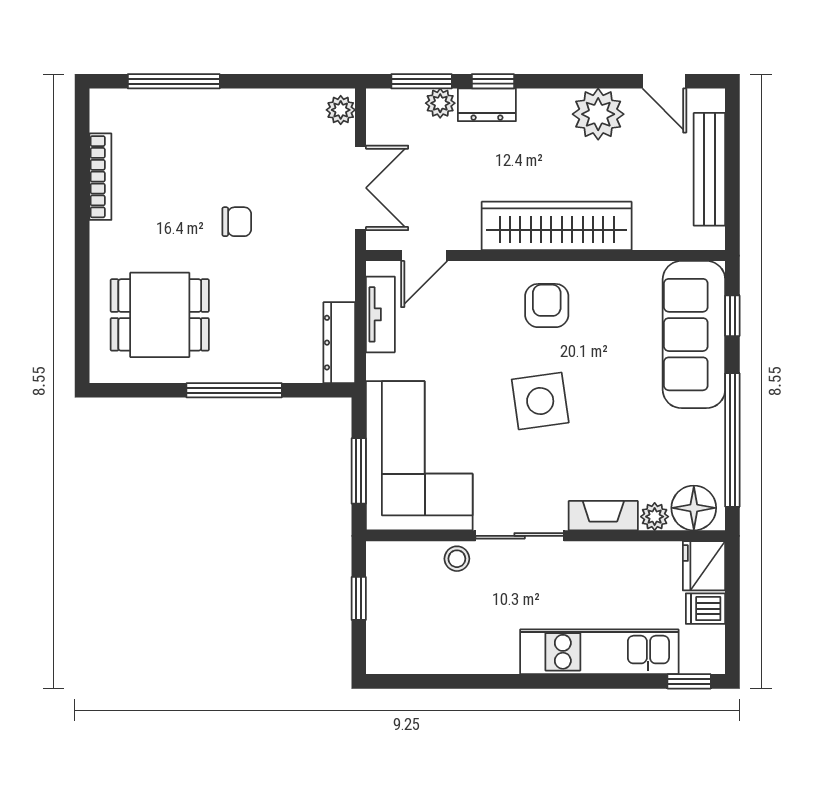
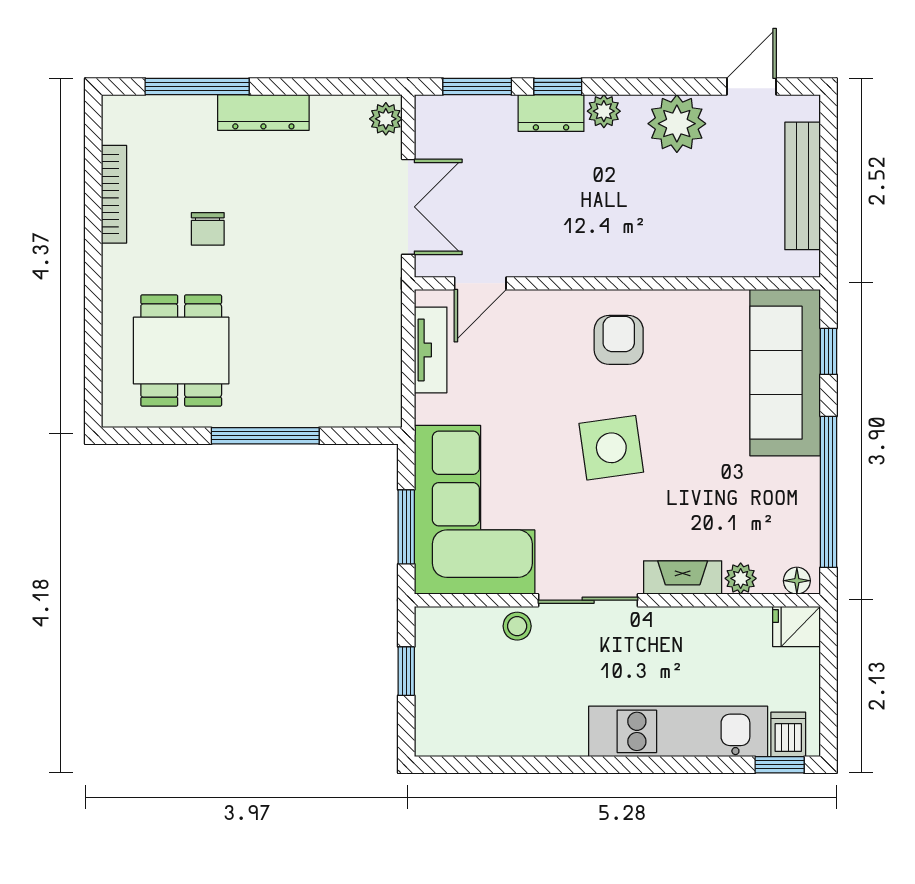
door: (664, 81) -> (752, 86), swing flipped
plant: (440, 103) -> (604, 111), moved
chair: (237, 222) -> (208, 229), moved, turned 90
wardrobe: (557, 226) -> (630, 250), removed
dining table: (160, 315) -> (181, 351), turned 90
dresser: (339, 343) -> (263, 112), moved, turned -90
floor lamp: (694, 508) -> (797, 581), width x0.53, depth x0.53
fridge: (704, 566) -> (797, 626), width x0.72
dishwasher: (706, 609) -> (788, 734), moved, turned 90

